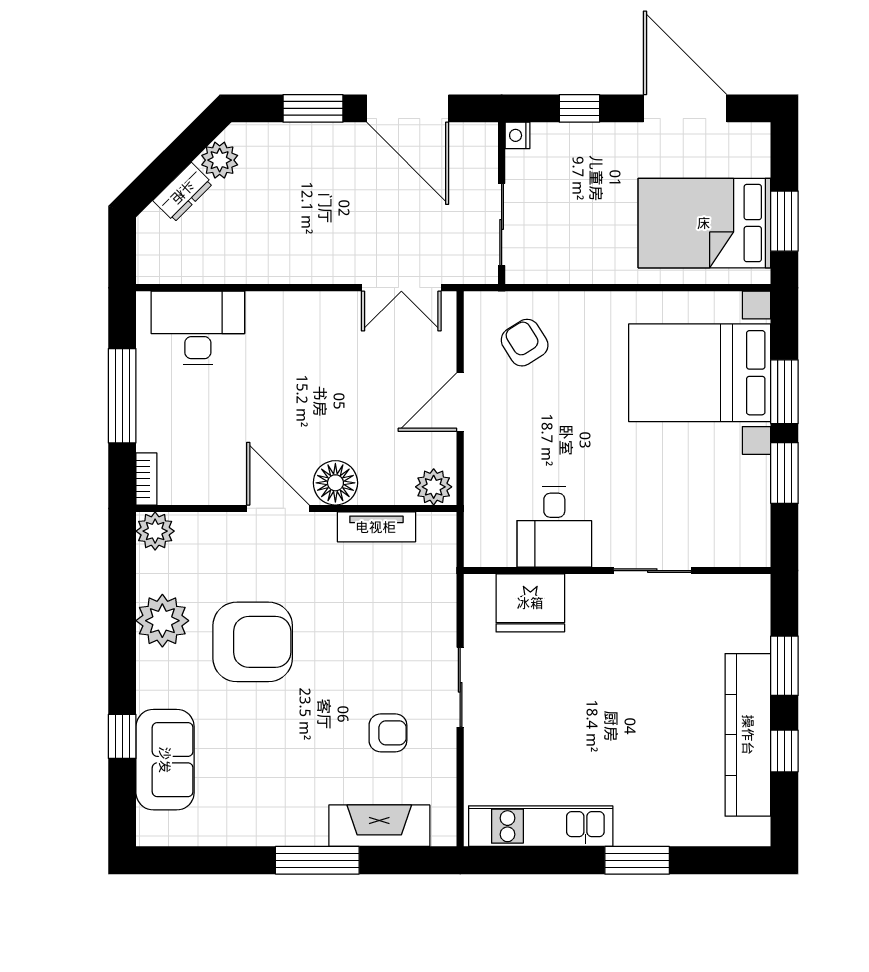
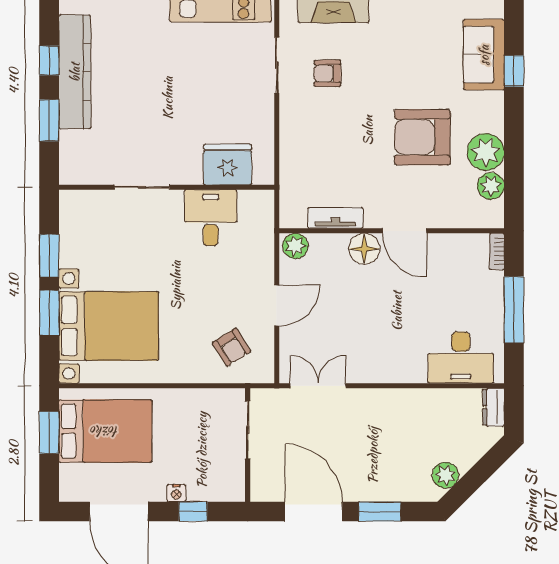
nightstand: (518, 135) -> (176, 493), moved, turned 90
dresser: (183, 192) -> (493, 407), moved, turned -45
plant: (155, 531) -> (491, 186), moved
sliding door: (460, 687) -> (277, 65), moved

